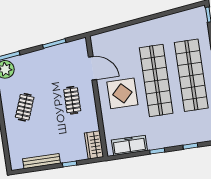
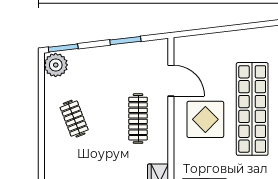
clothes rail: (72, 100) -> (138, 119), width x1.36
clothes rail: (25, 107) -> (74, 119), turned -42

